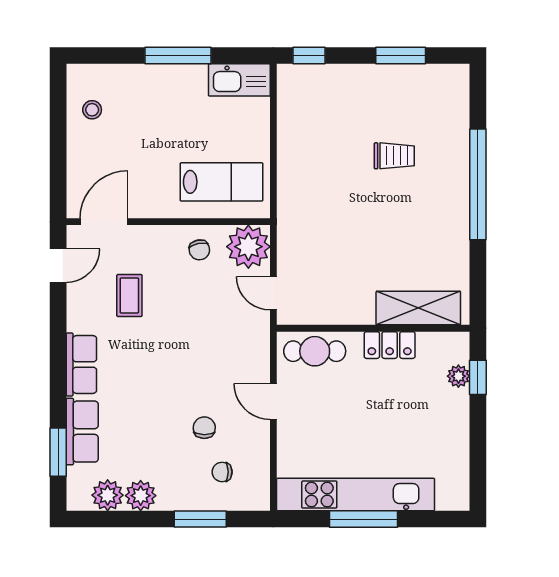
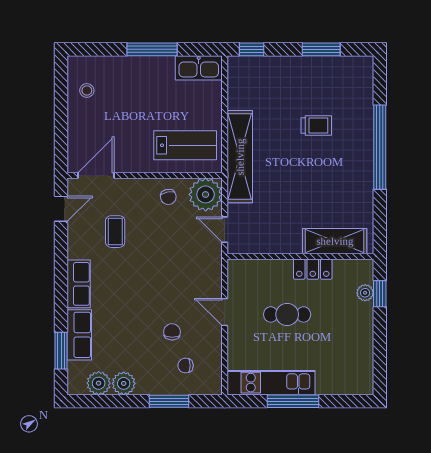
shelving: (293, 197) -> (240, 157), added
cafe table: (315, 351) -> (287, 314), moved
kitchen unit: (356, 495) -> (271, 383), width x0.73

